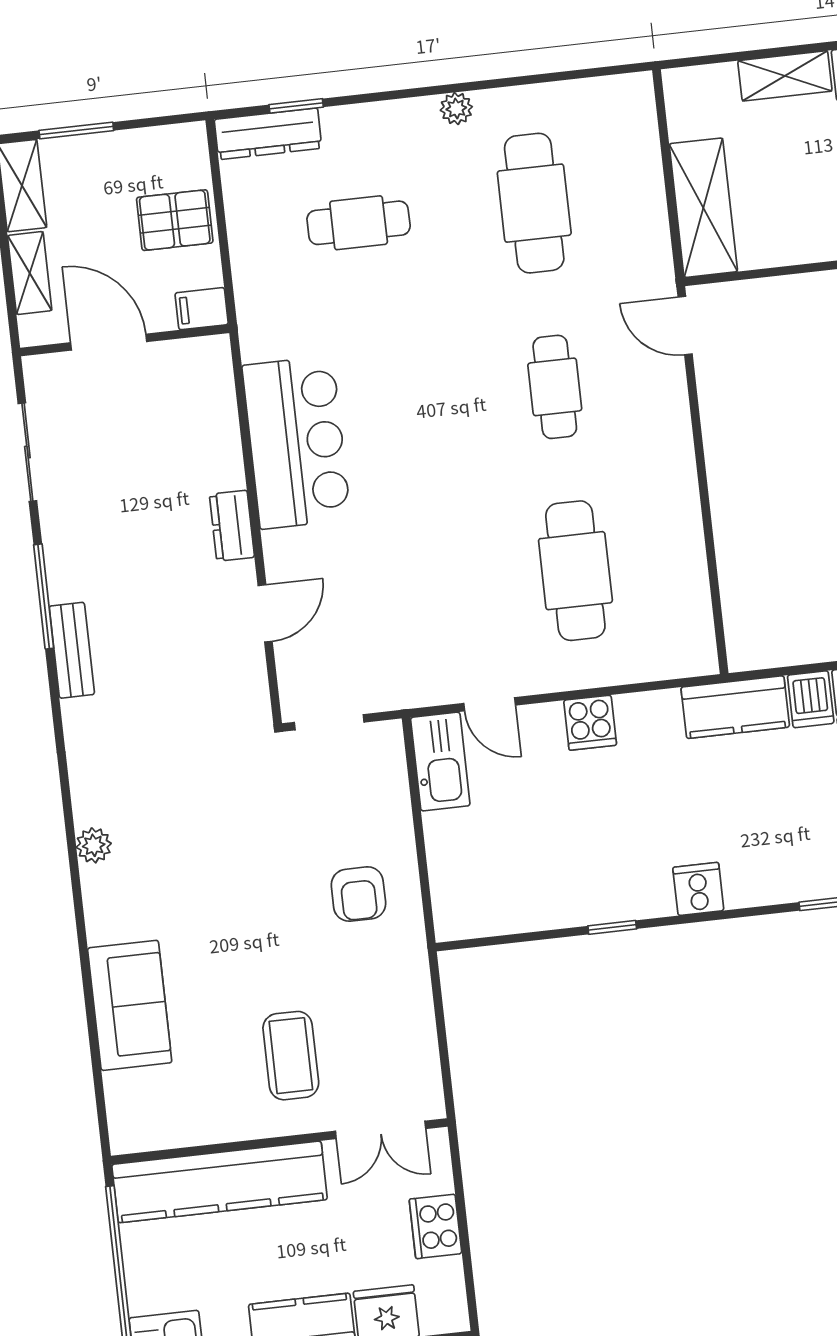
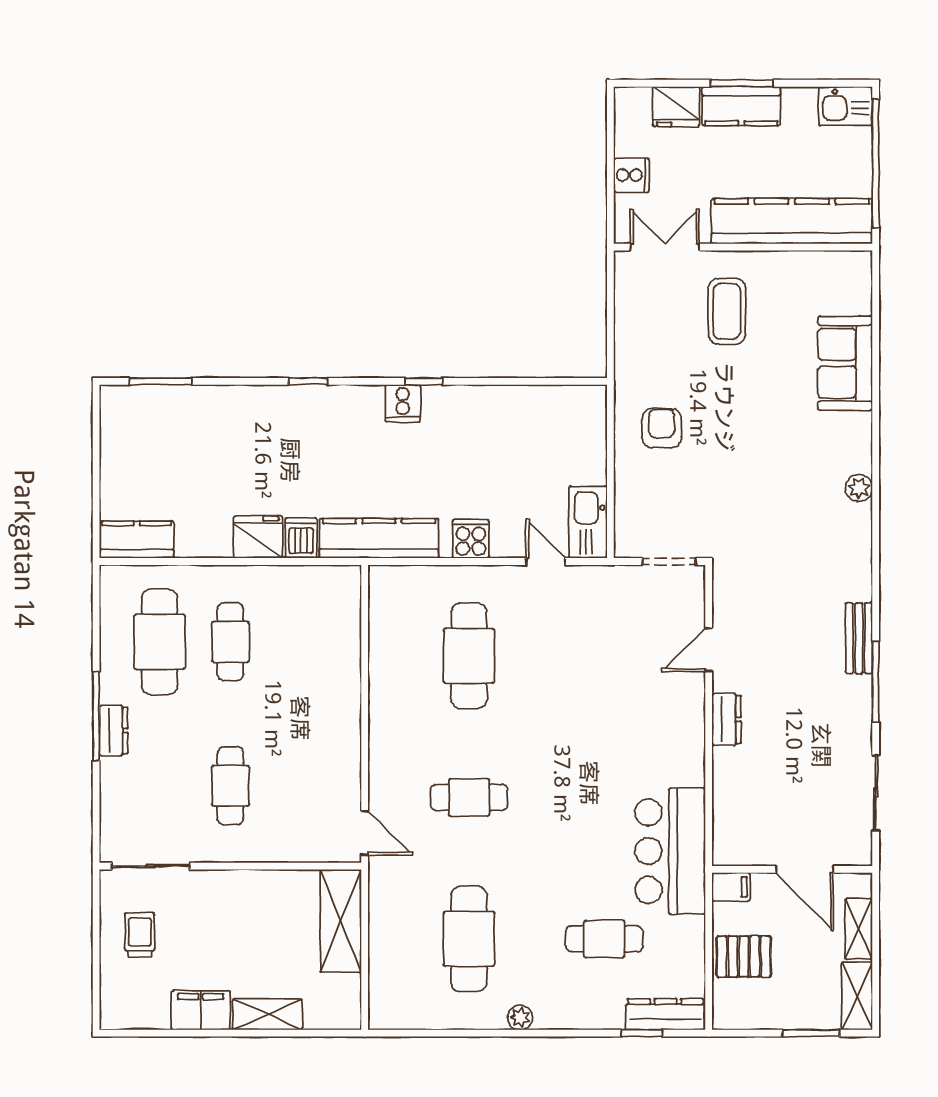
cafe table: (555, 387) -> (469, 797), turned 90
bar counter: (296, 442) -> (670, 851), moved
kitchen counter: (735, 707) -> (379, 538), width x1.50
window: (612, 927) -> (424, 381), moved
cooker: (435, 1226) -> (631, 175), width x0.73

